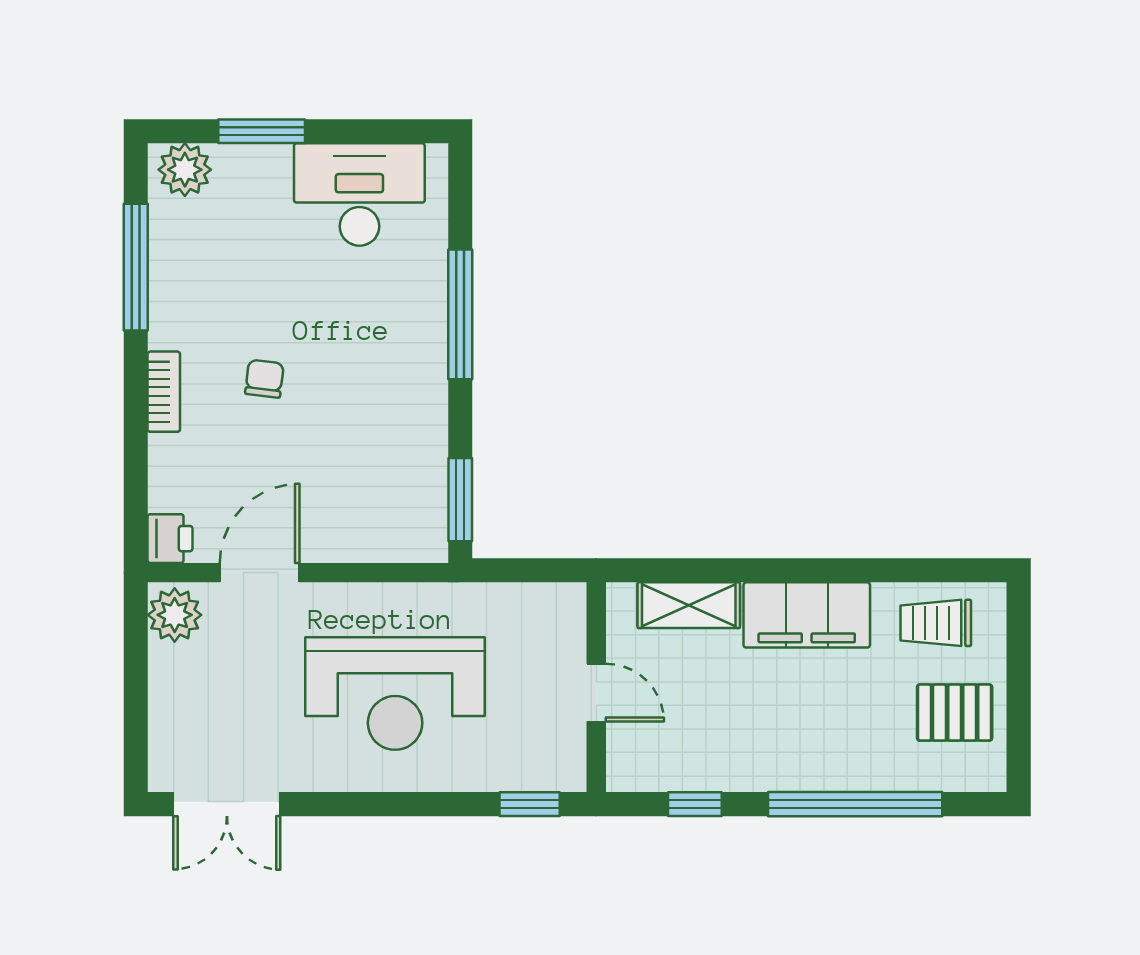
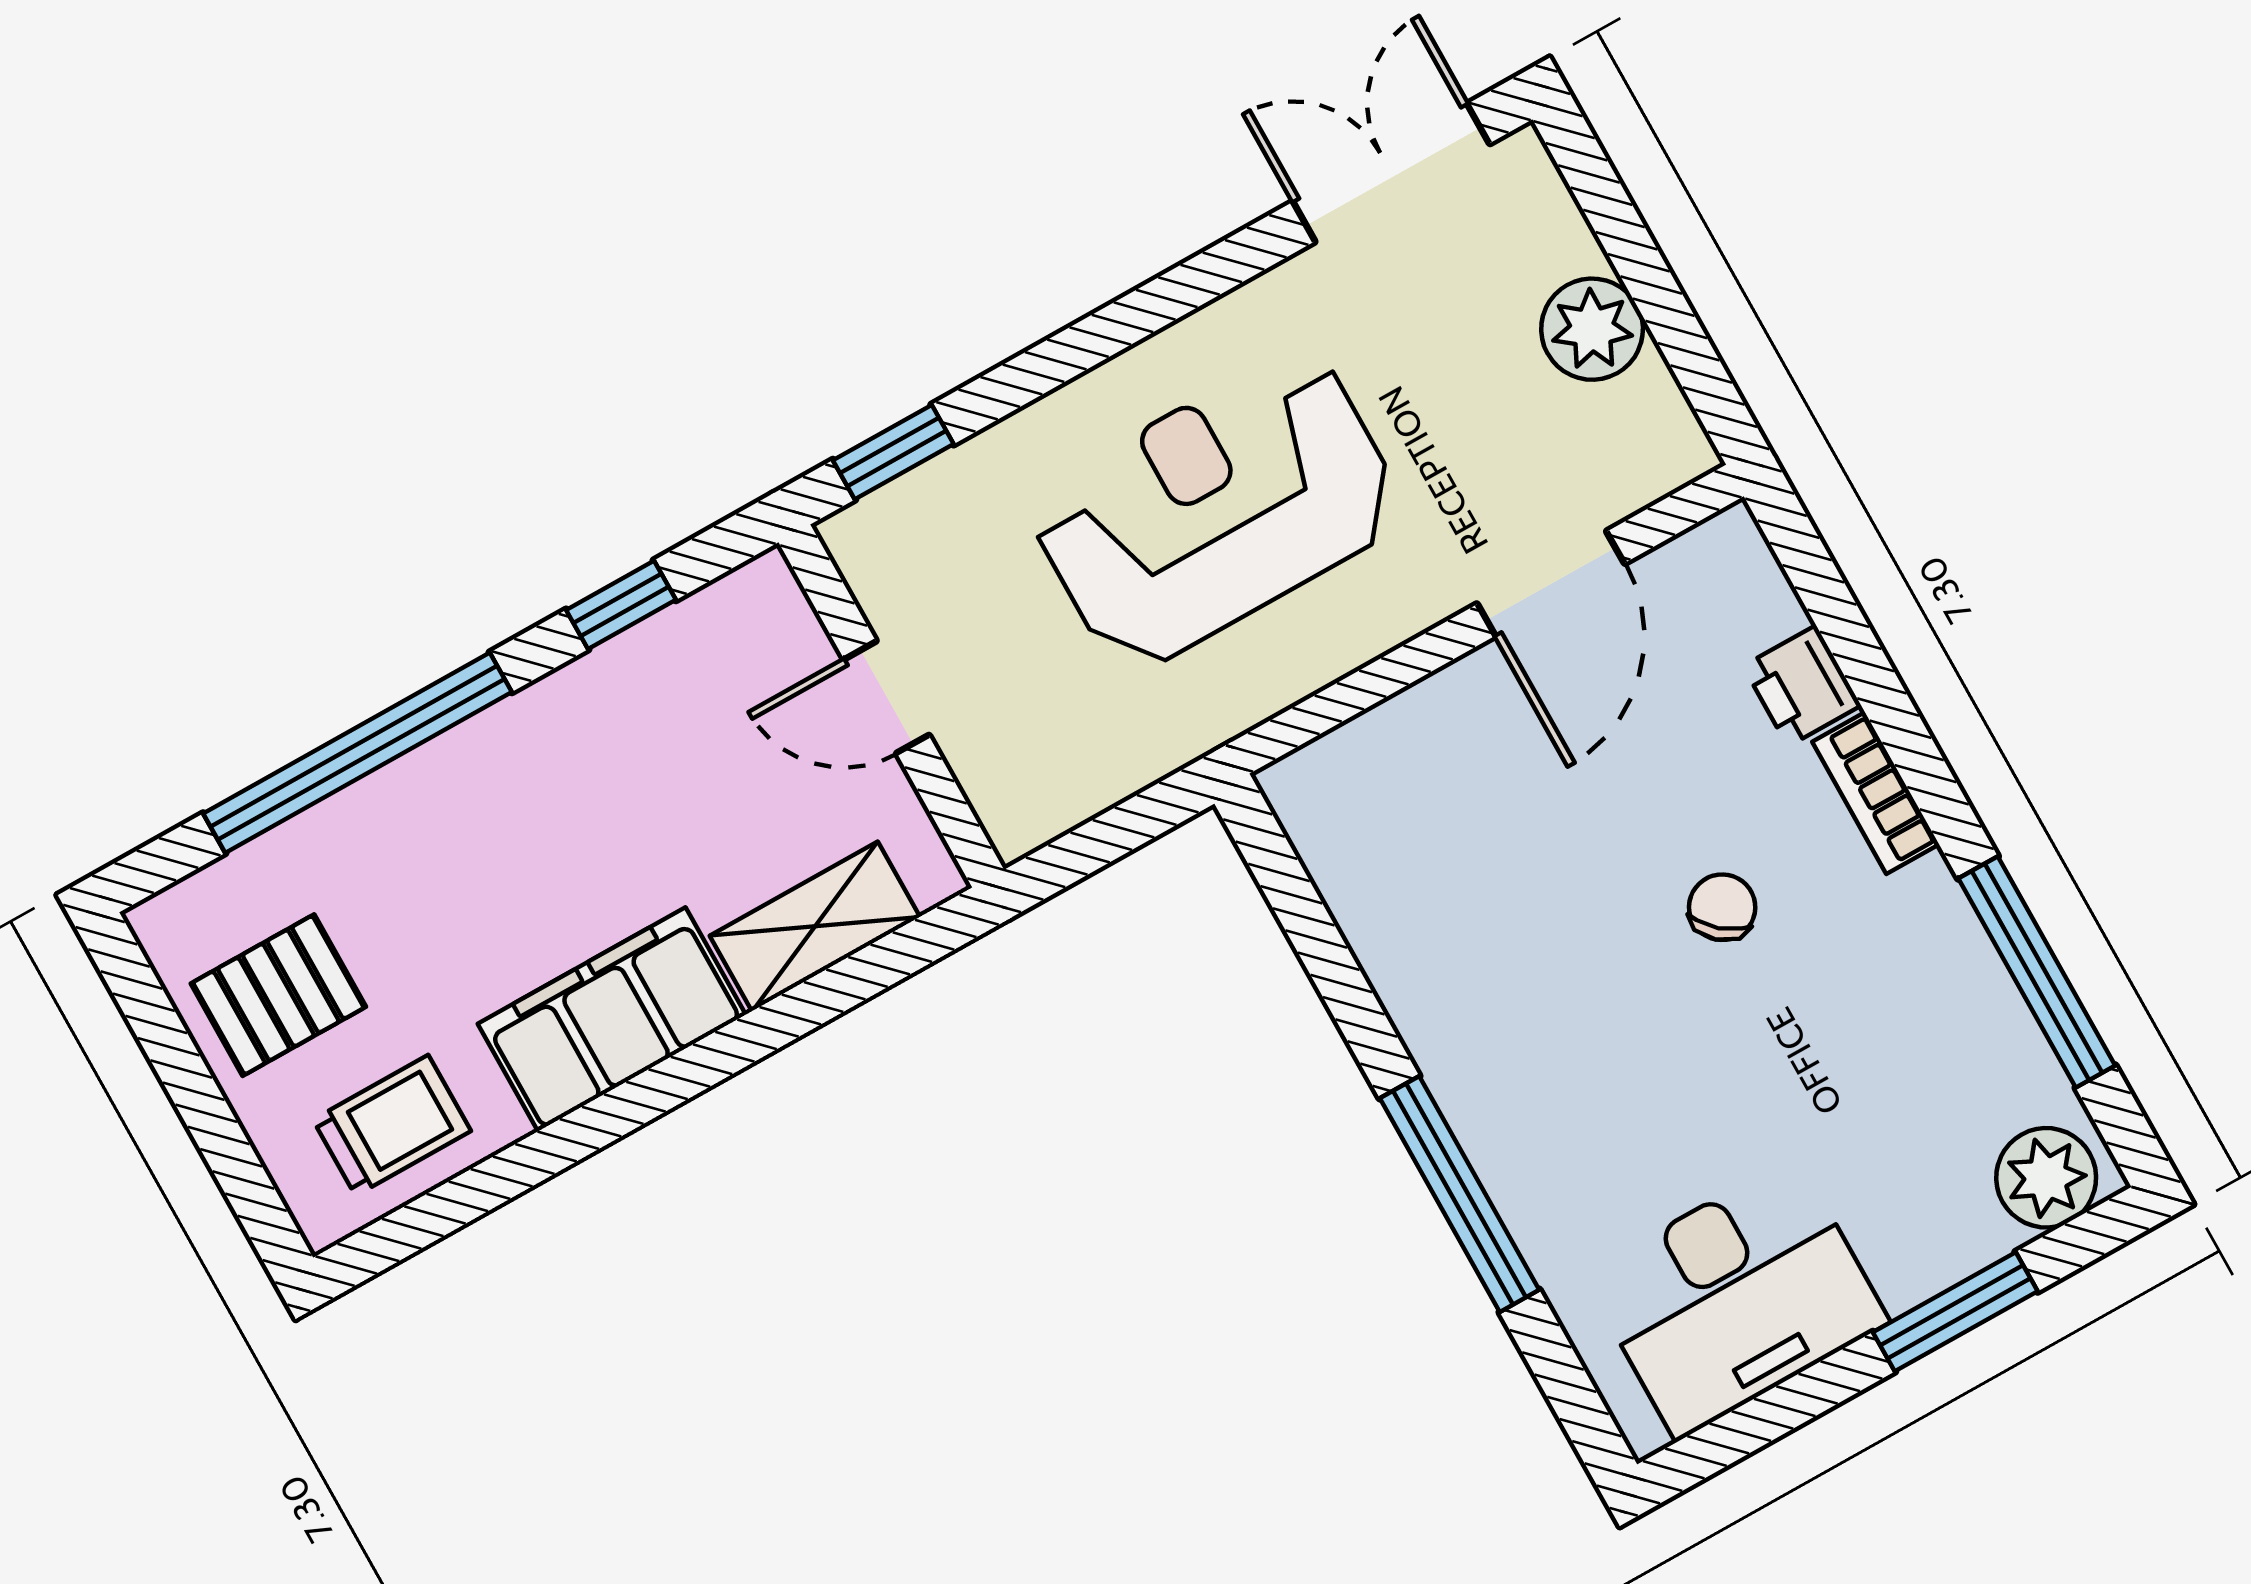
chair: (264, 379) -> (1722, 907), turned -147
window: (460, 500) -> (1288, 889), removed
printer: (170, 539) -> (1802, 686), moved
plant: (175, 615) -> (1592, 329), moved

